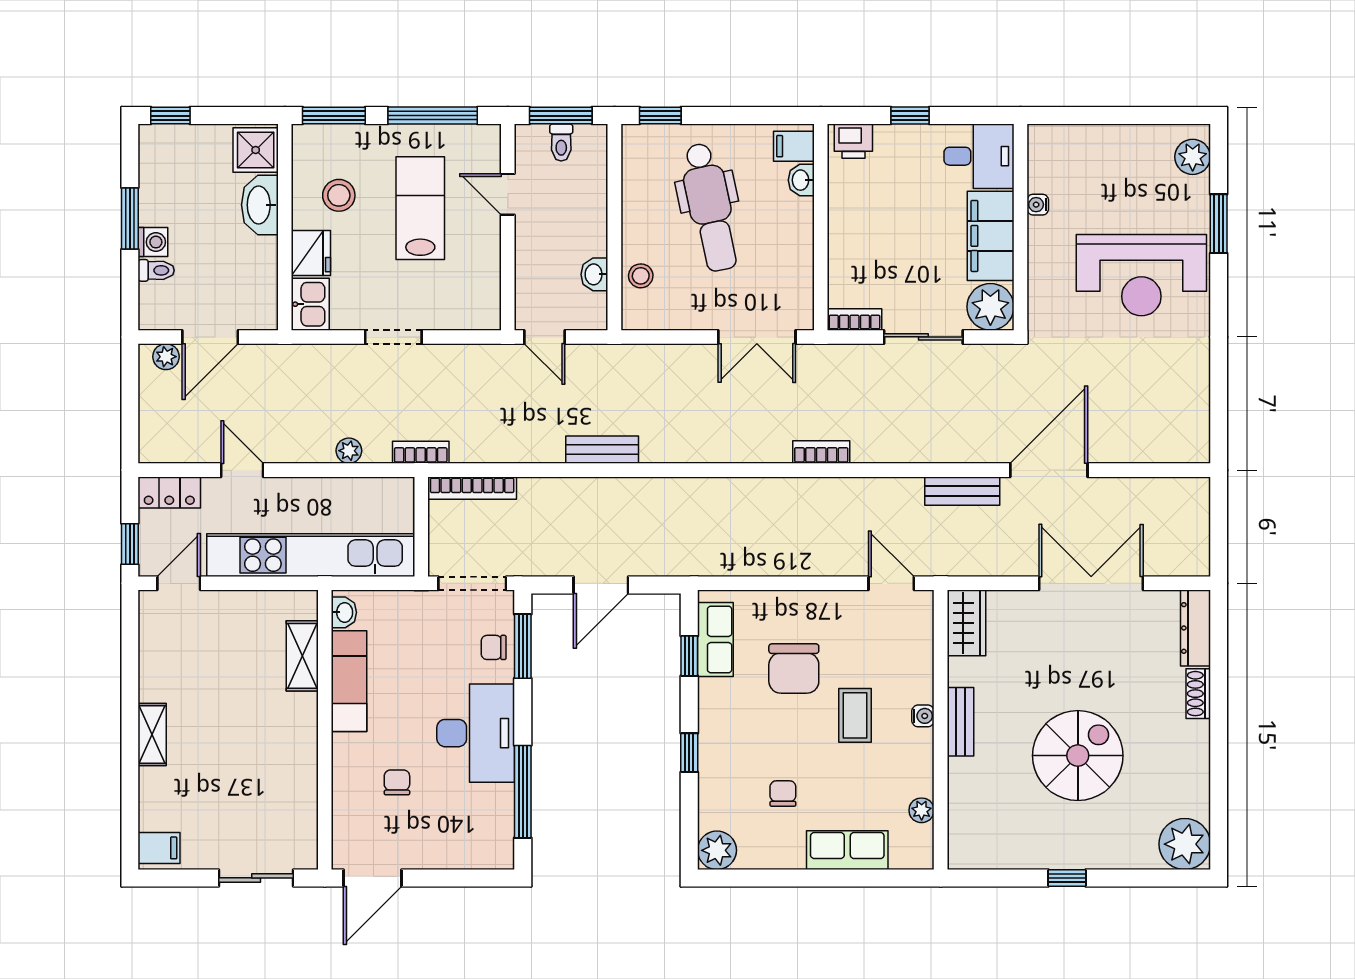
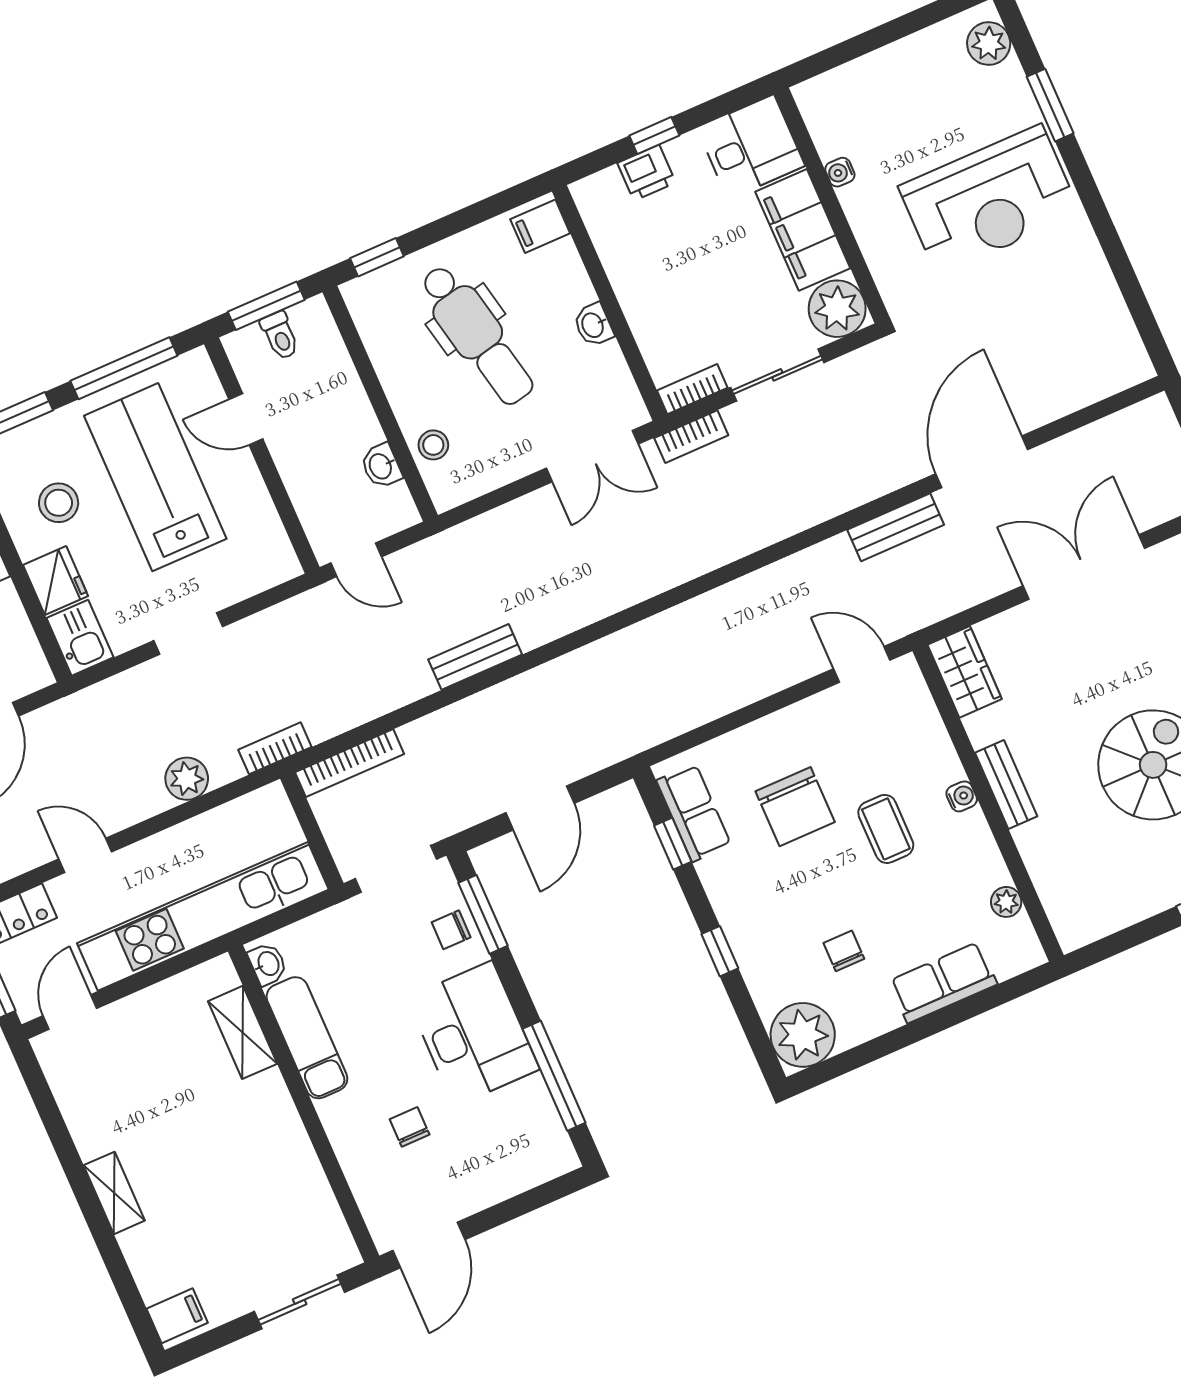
printer: (853, 141) -> (647, 173), moved
washbasin: (801, 180) -> (593, 325), moved
lab bench: (420, 208) -> (155, 477), width x1.36, depth x1.39
plant: (349, 451) -> (187, 779), width x1.38, depth x1.38
bookcase: (821, 452) -> (691, 437), moved, turned 180
plant: (717, 850) -> (803, 1035), width x1.36, depth x1.36

